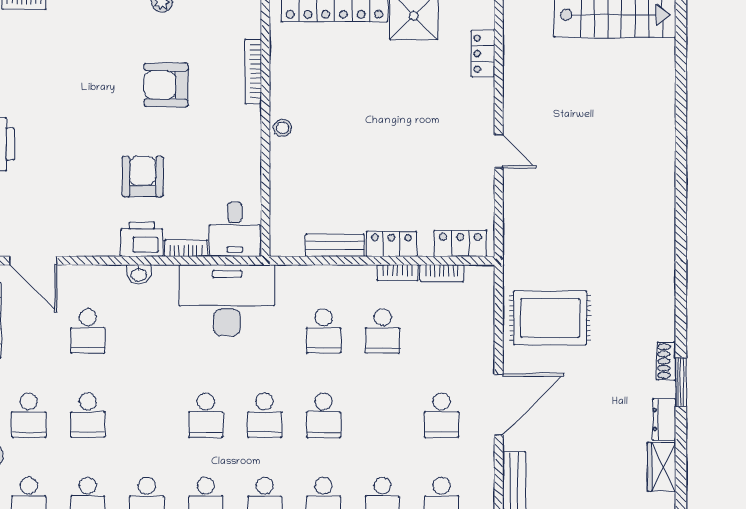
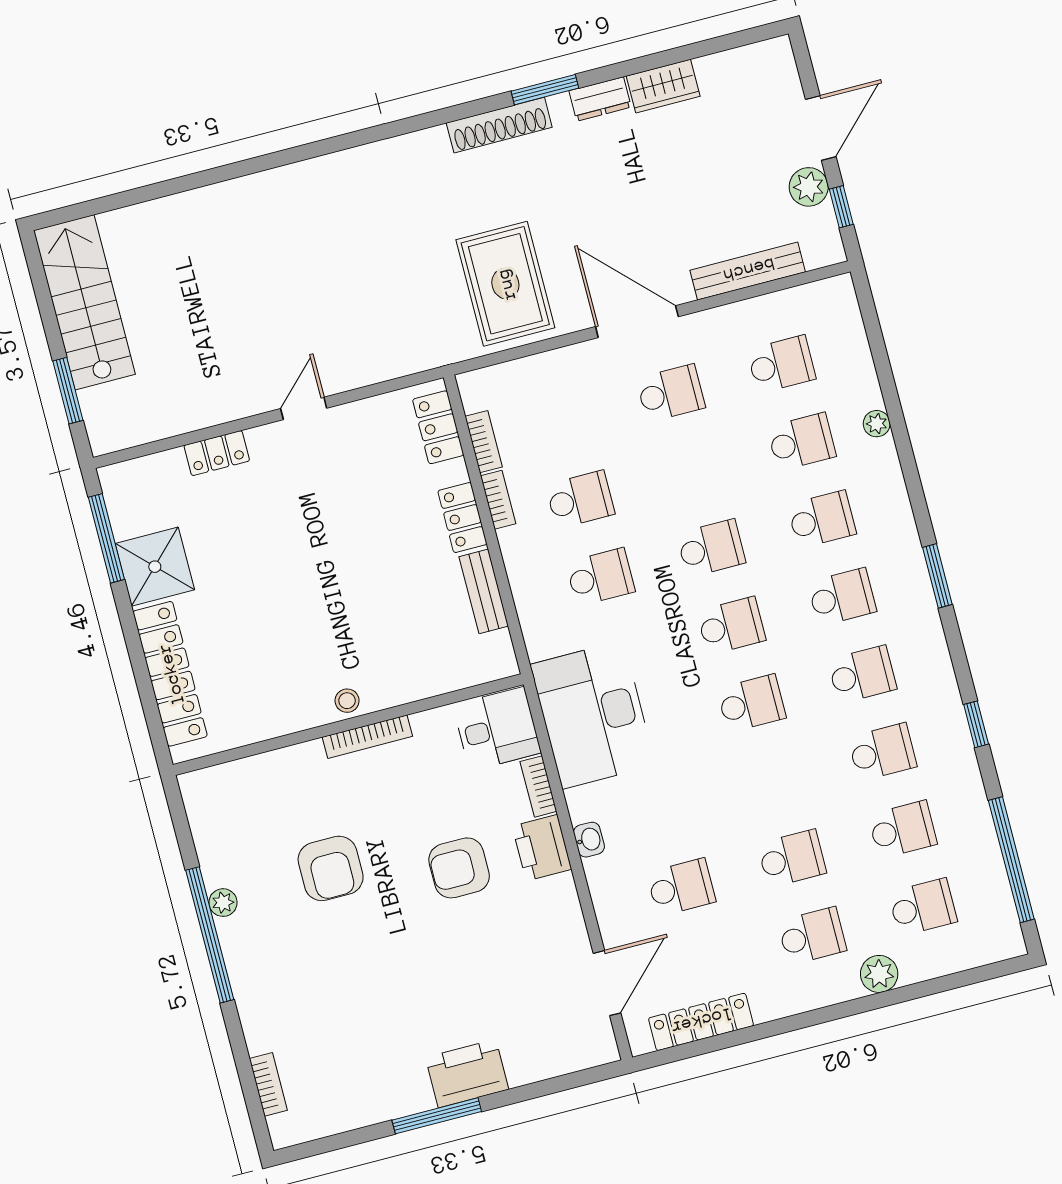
locker: (483, 54) -> (217, 453), moved
bookcase: (253, 71) -> (367, 737), moved
shoe rack: (666, 361) -> (499, 125), width x1.94, depth x1.24

